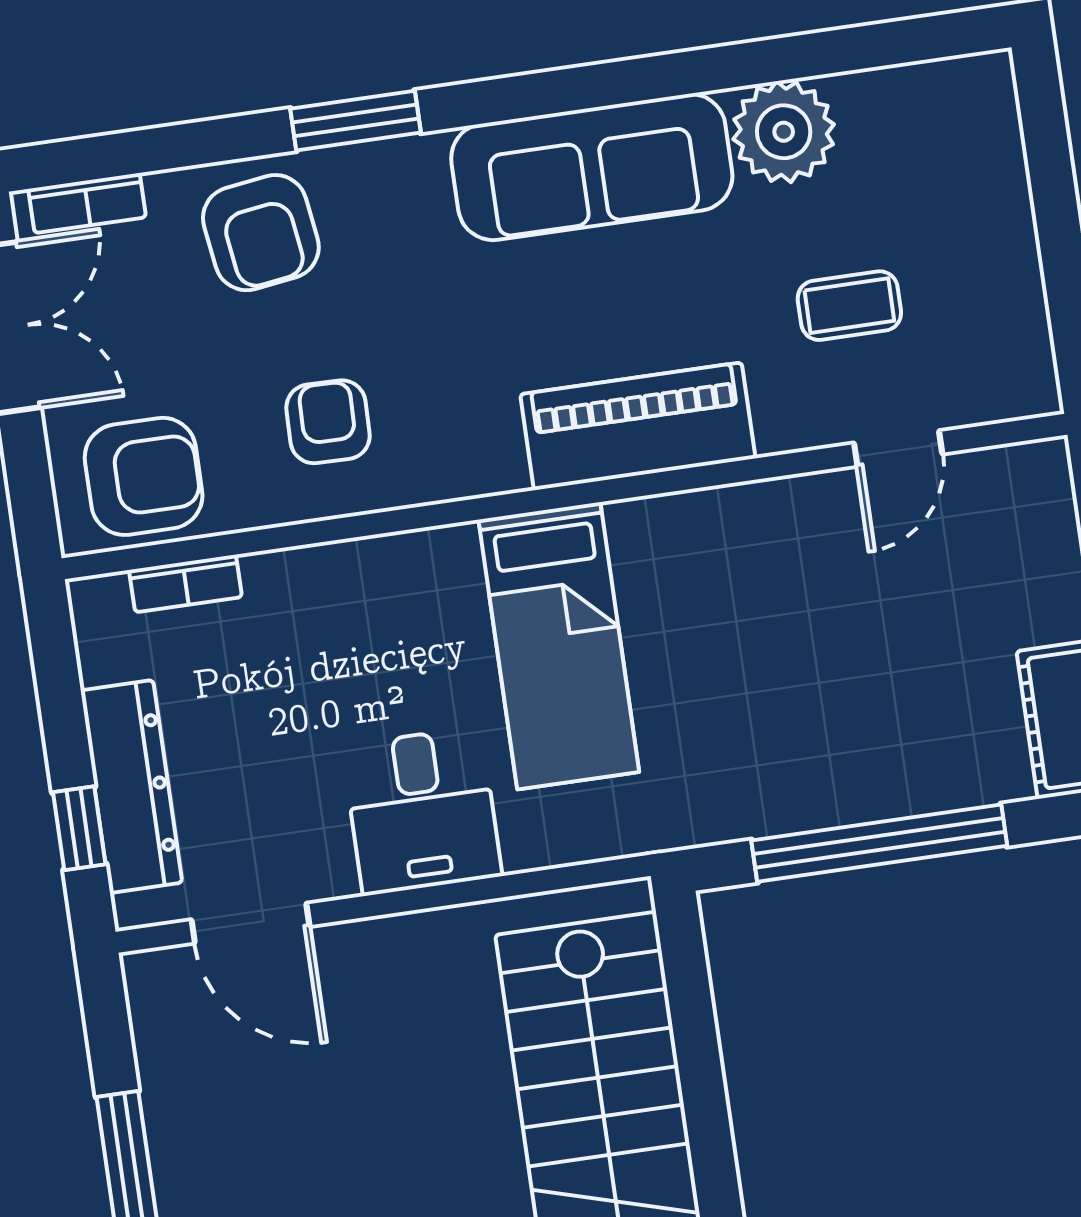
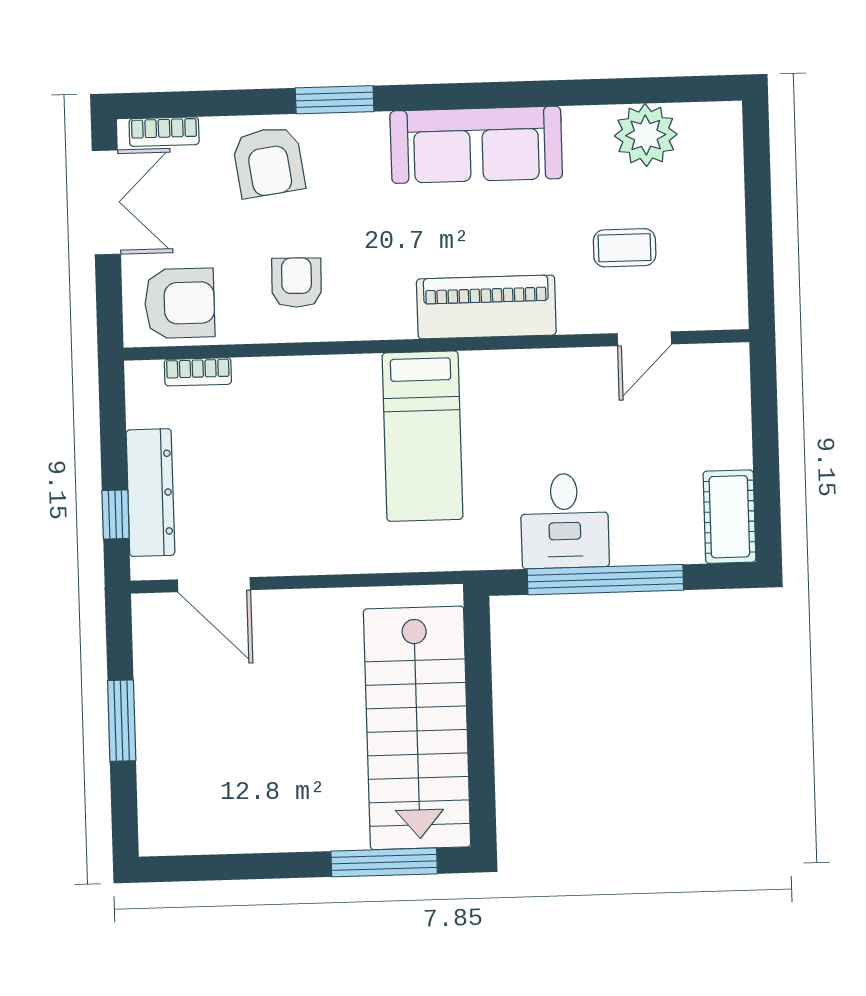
plant: (784, 132) -> (646, 135), moved
desk: (422, 811) -> (565, 521), moved

